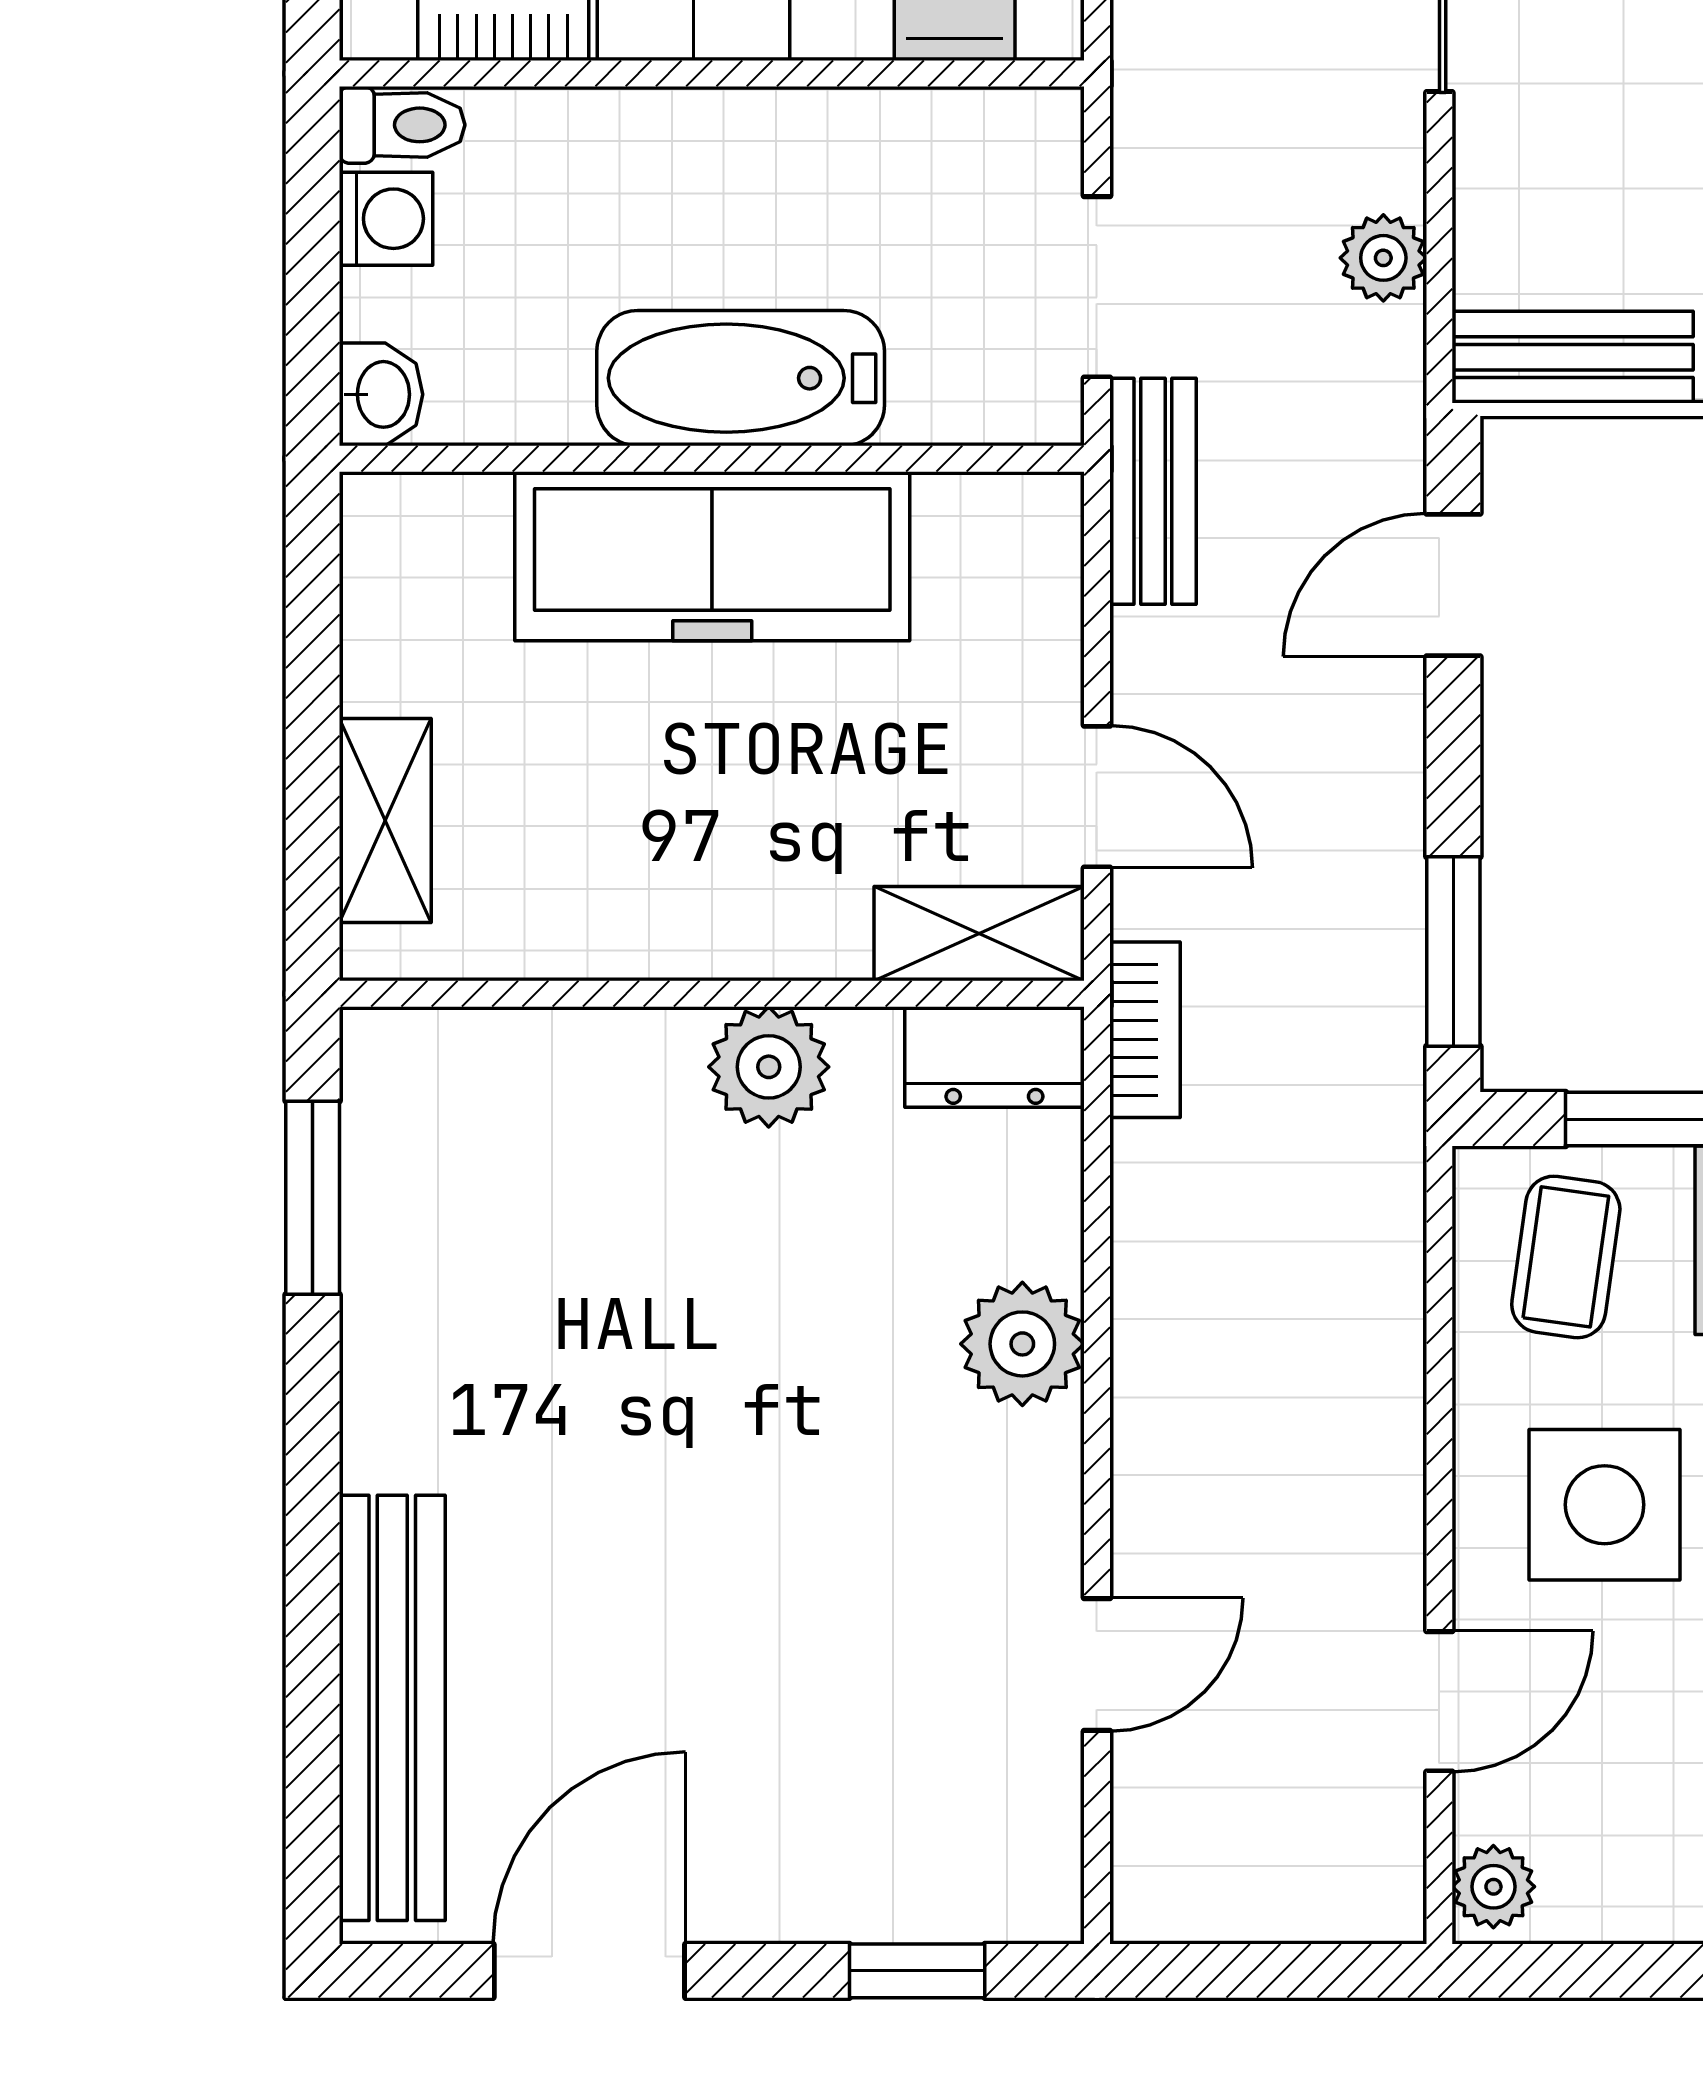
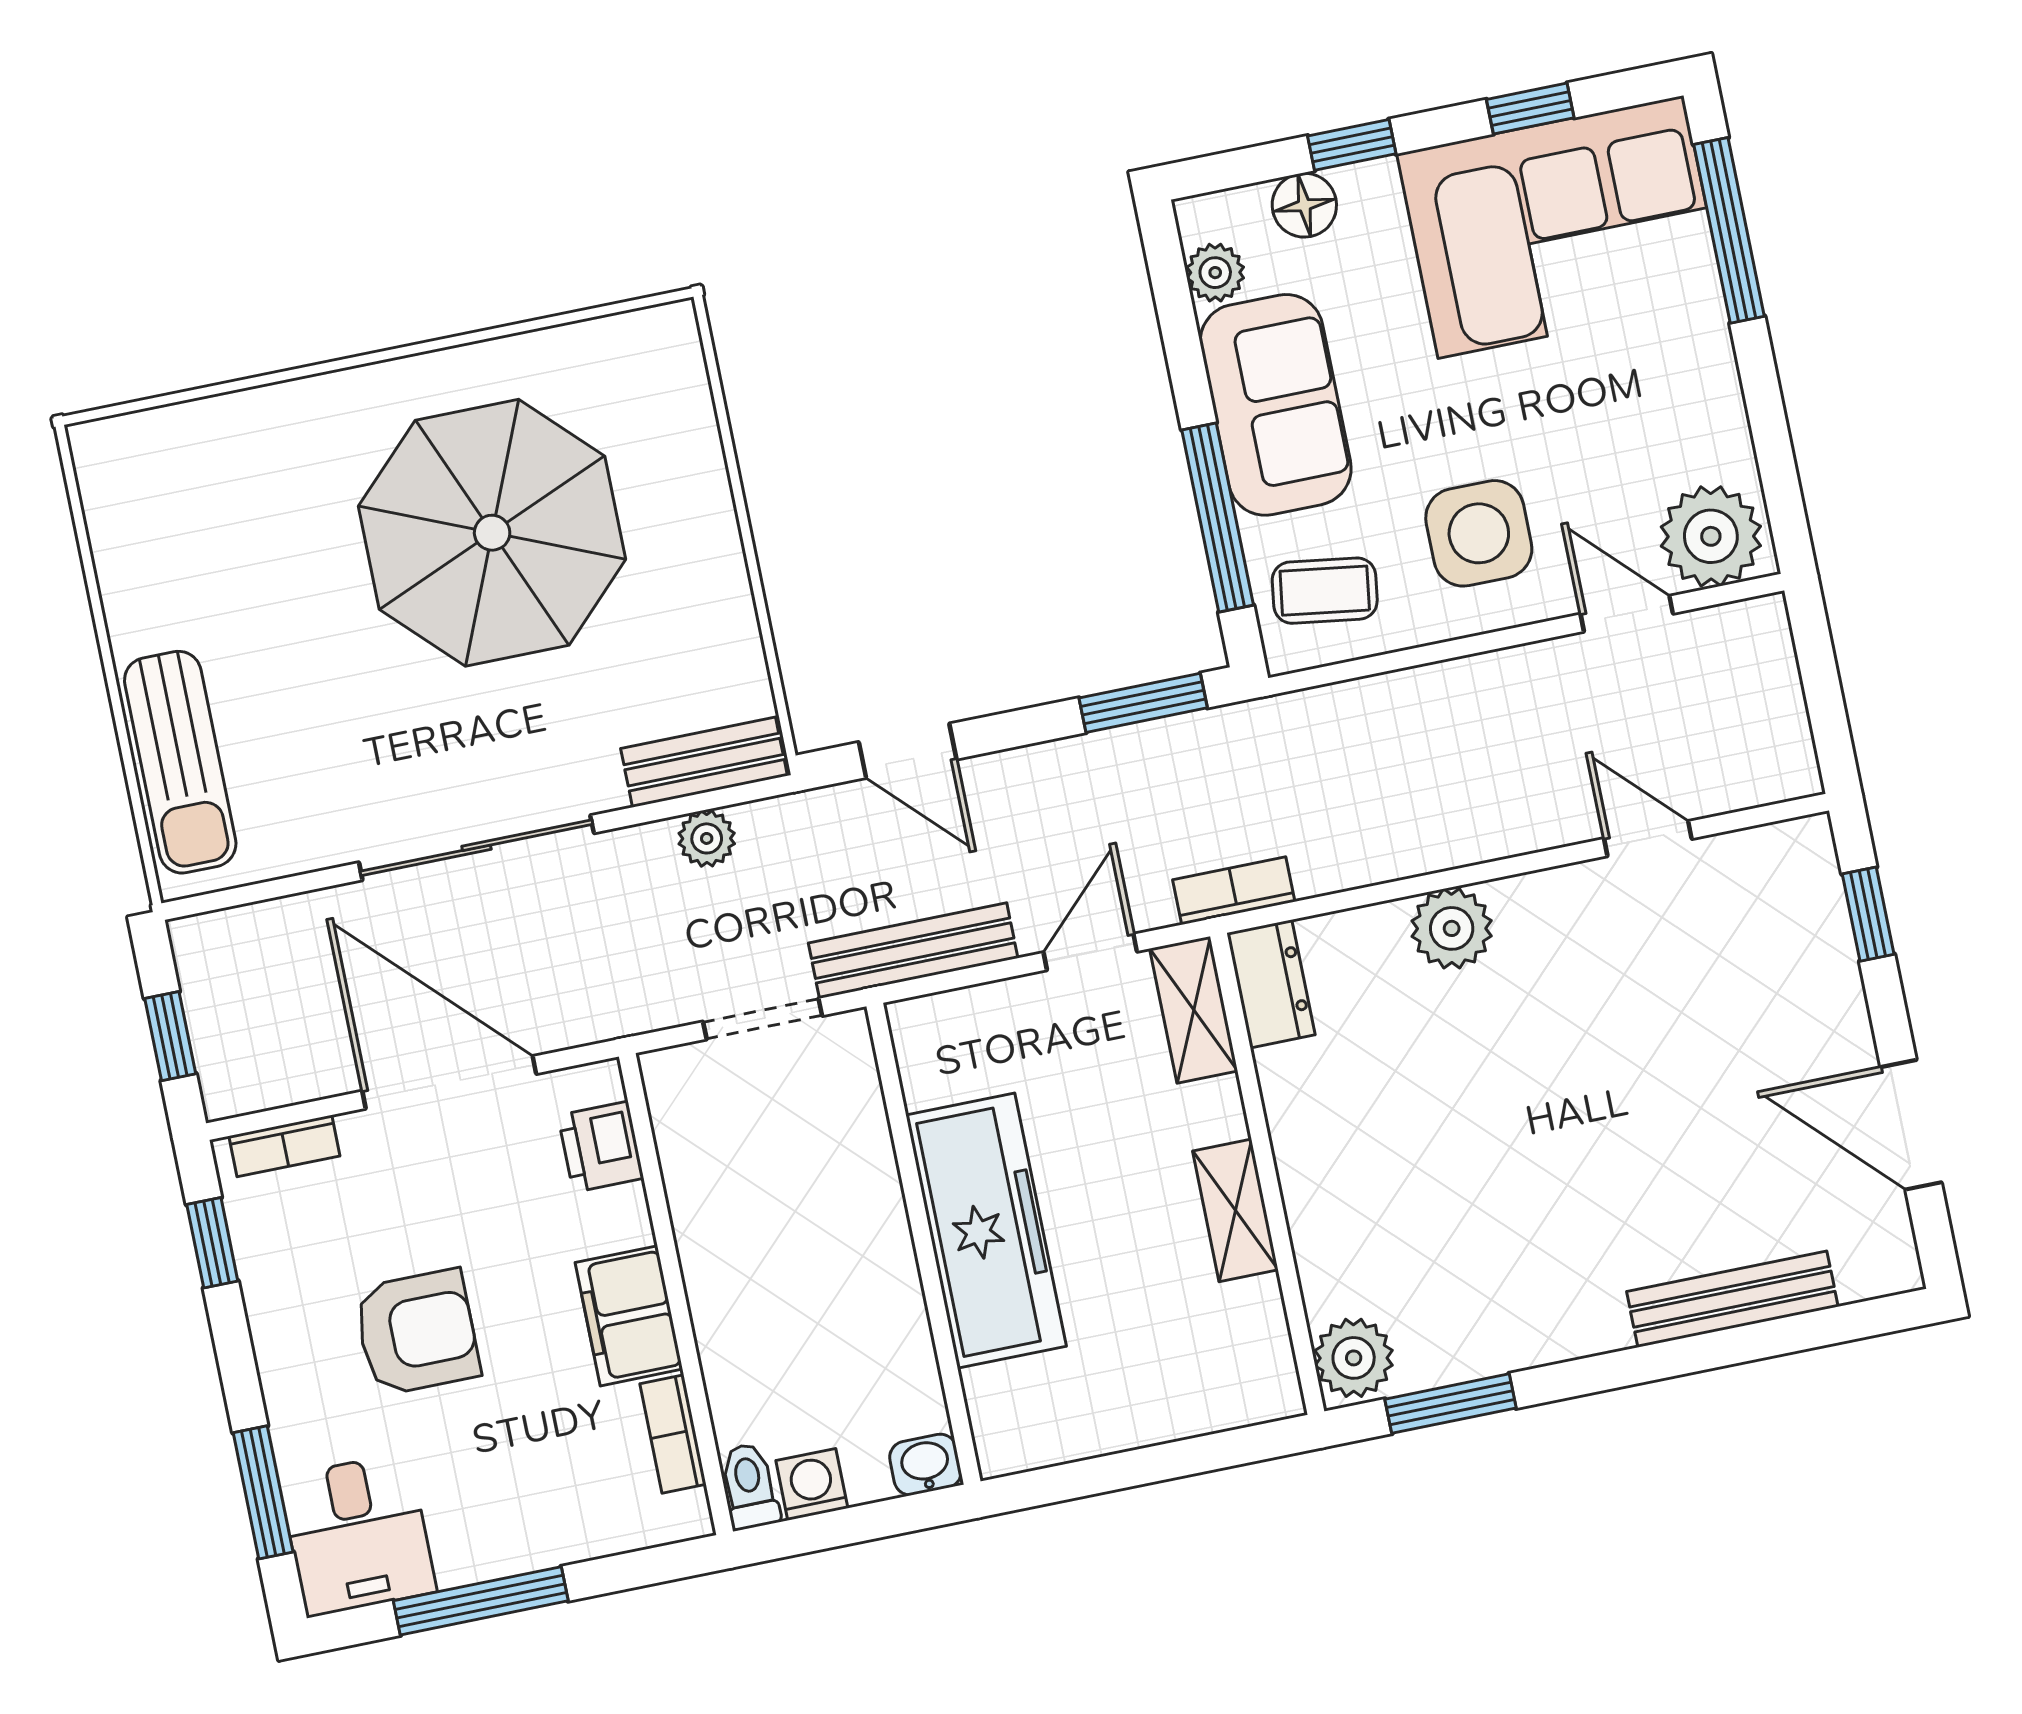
bench: (1573, 357) -> (704, 762), moved, turned 90
bathtub: (741, 378) -> (868, 1236), removed
bench: (1153, 491) -> (913, 951), width x1.36
shelving: (385, 820) -> (1235, 1210), moved, turned 90
plant: (769, 1067) -> (1354, 1358), moved
bench: (392, 1708) -> (1732, 1299), width x0.73, depth x0.82
plant: (1493, 1887) -> (1711, 536), width x1.88, depth x1.88

